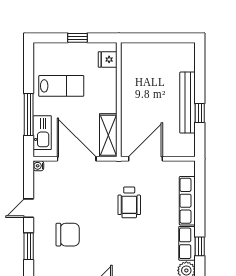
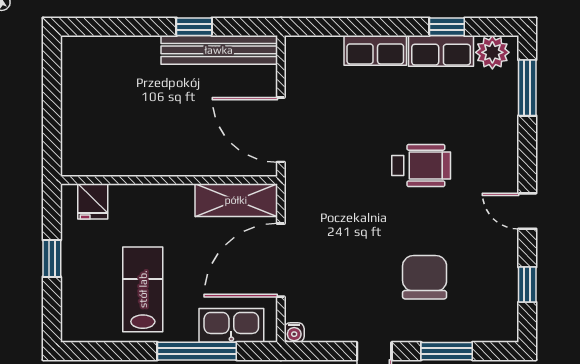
bench: (188, 103) -> (219, 50), moved
row of seats: (187, 201) -> (375, 50), width x0.68
wheelchair: (129, 202) -> (421, 166), moved

